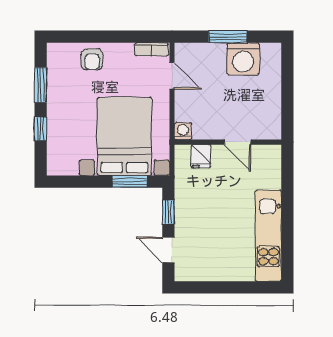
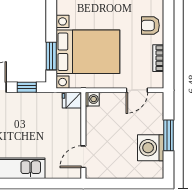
bookcase: (151, 49) -> (158, 58), moved
door: (238, 142) -> (83, 157), moved
fridge: (201, 156) -> (72, 100), moved

